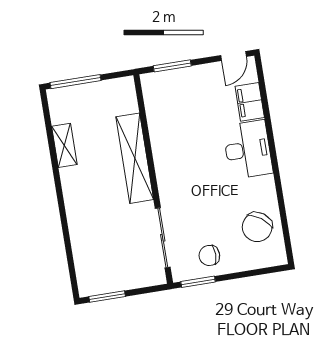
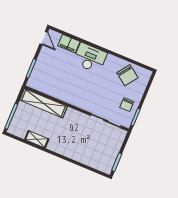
shelving: (135, 158) -> (44, 103), moved

